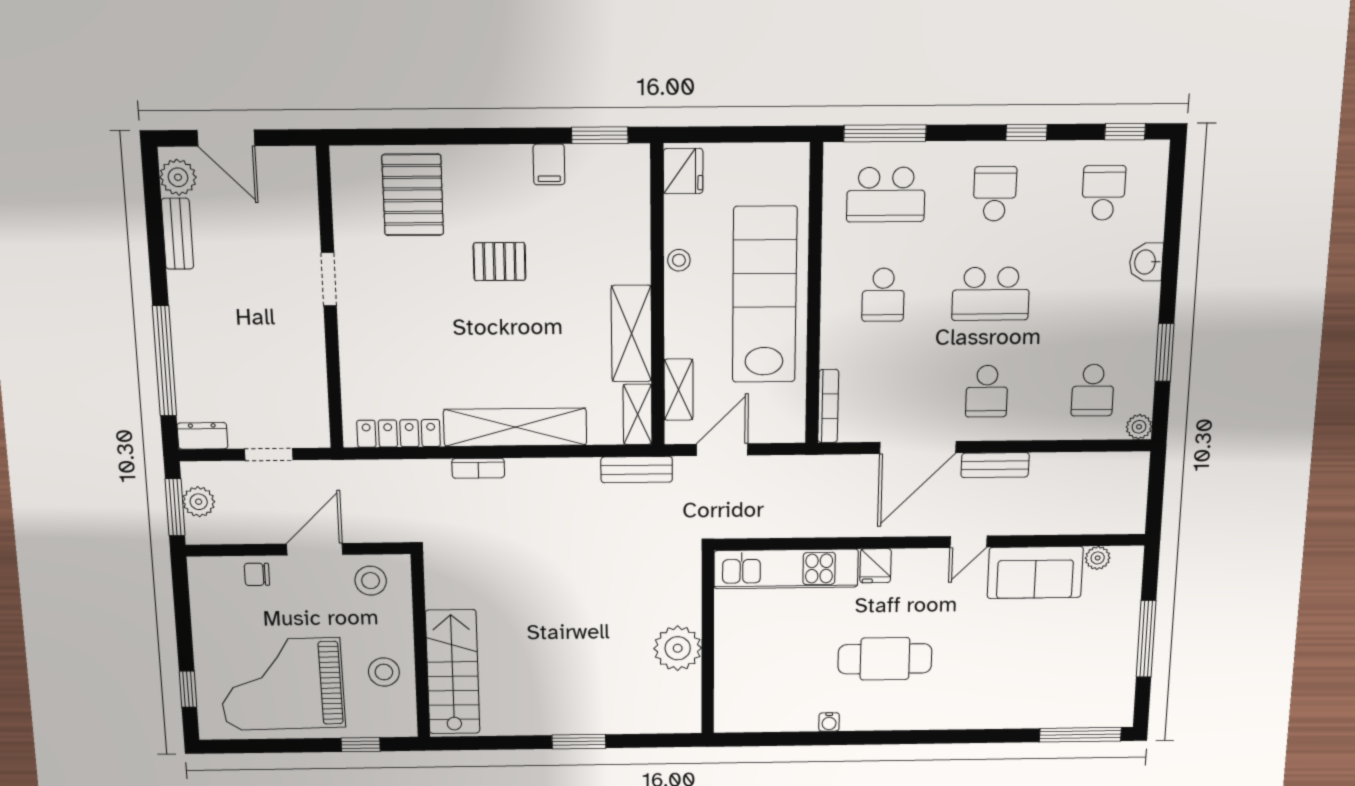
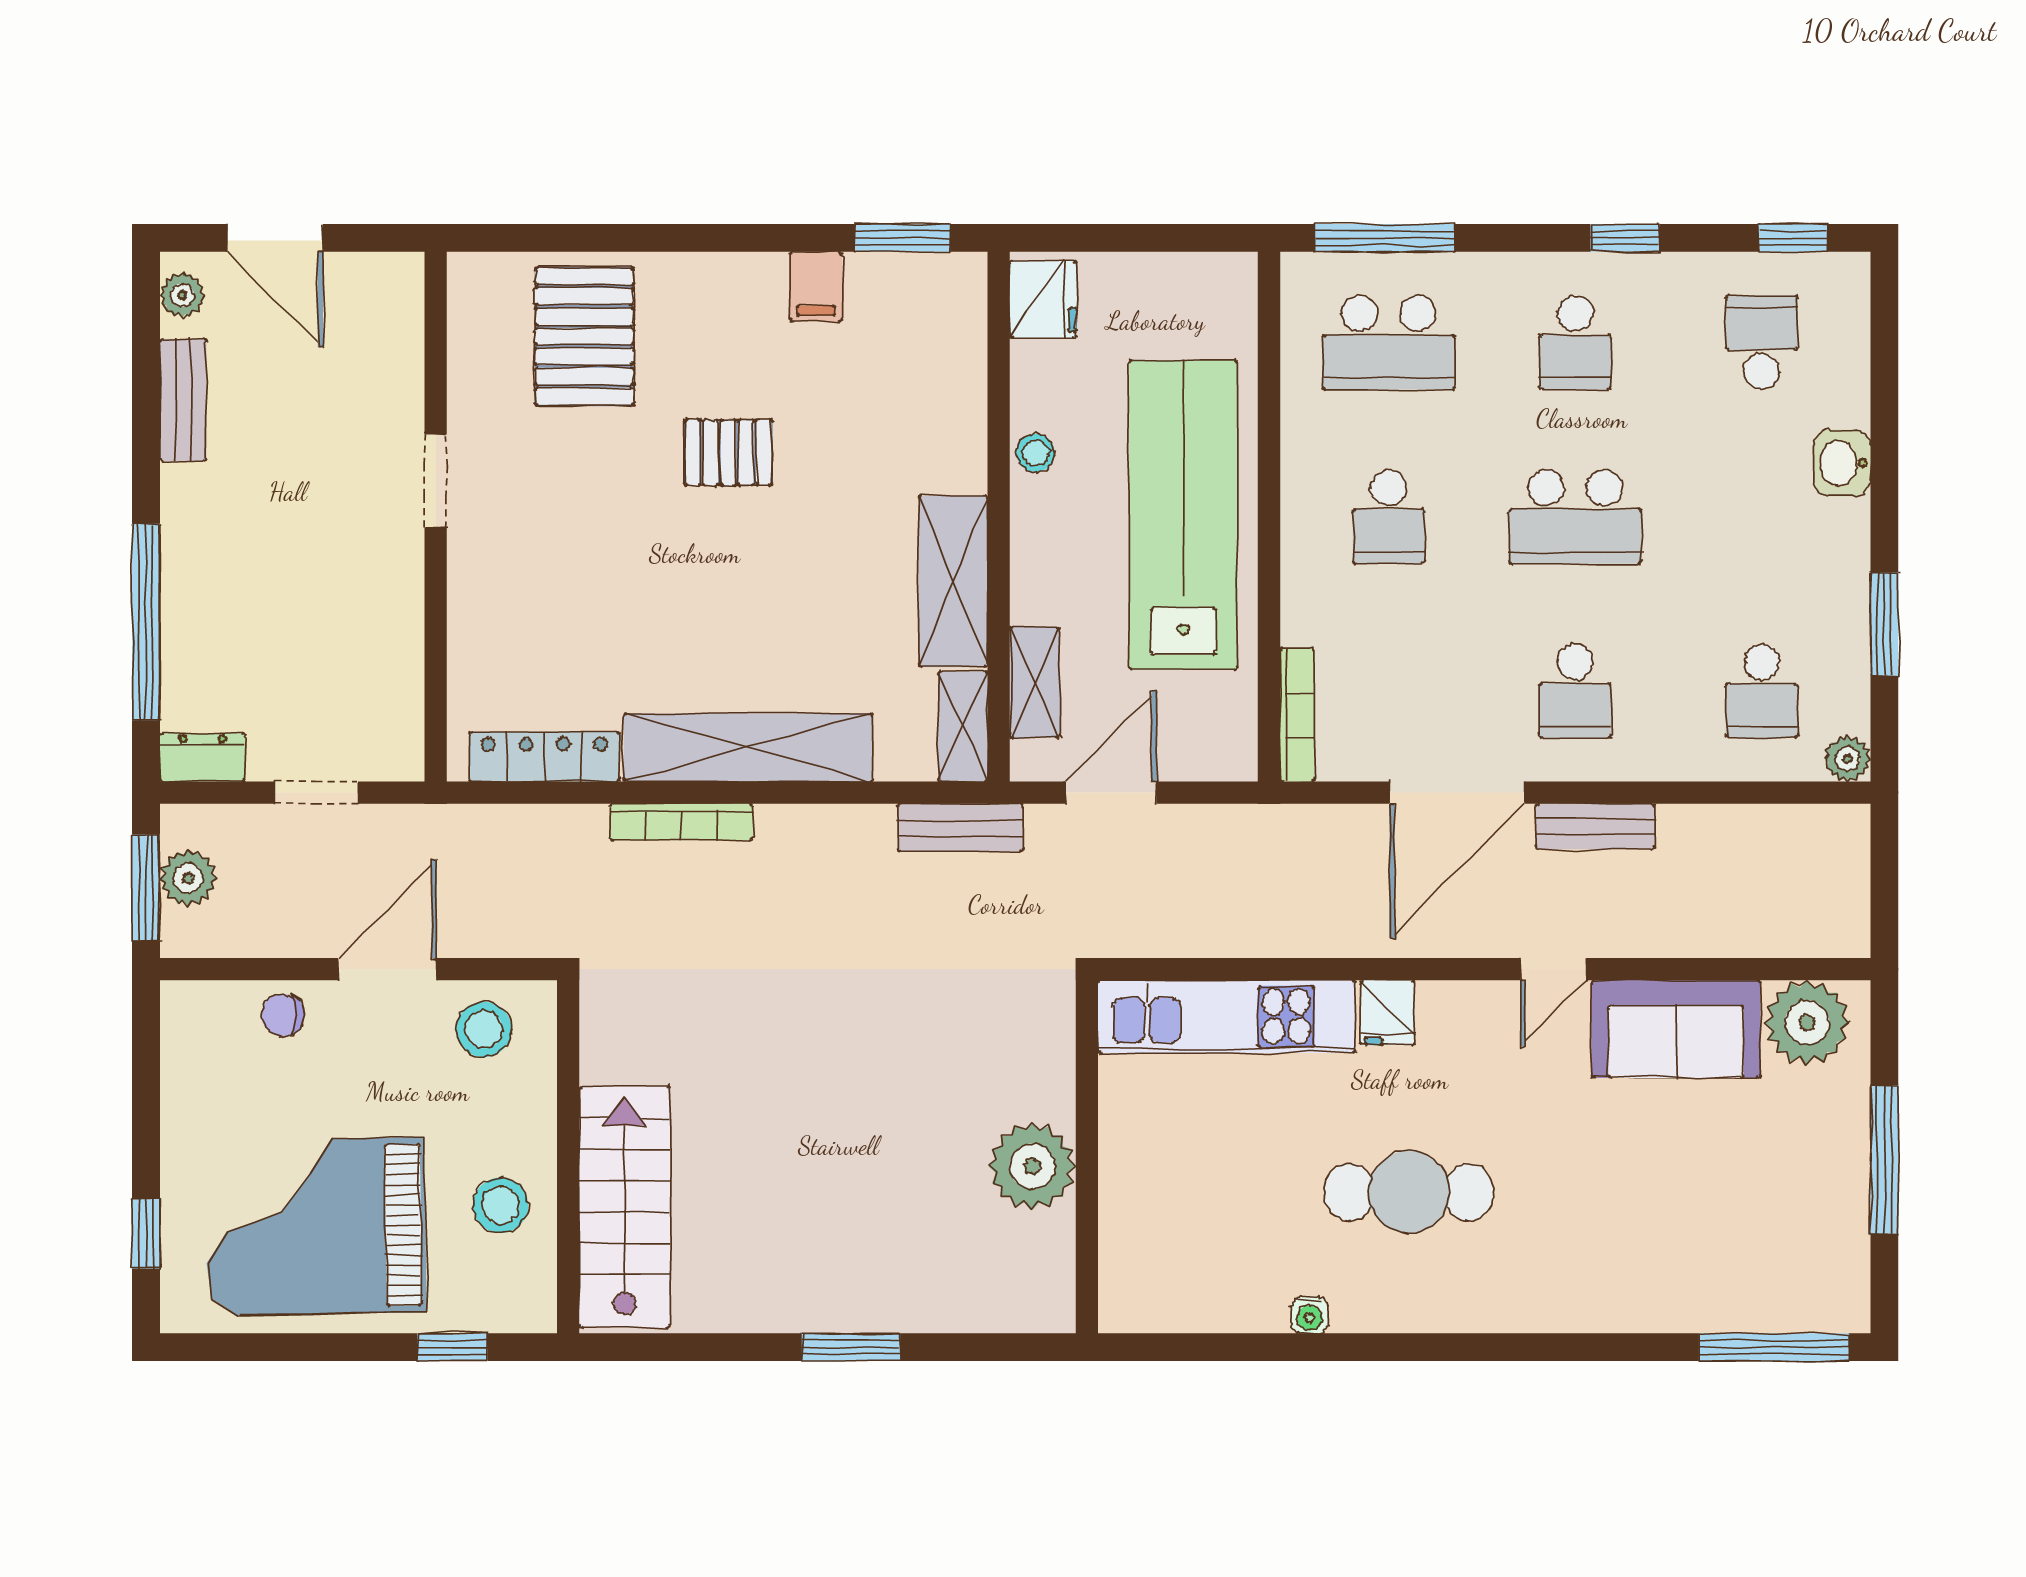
plant: (178, 177) -> (182, 295), width x0.73, depth x0.73
school desk: (995, 194) -> (1575, 342), turned 180
bookcase: (478, 468) -> (682, 822), width x1.56
plant: (1098, 558) -> (1807, 1022), width x1.87, depth x1.87

